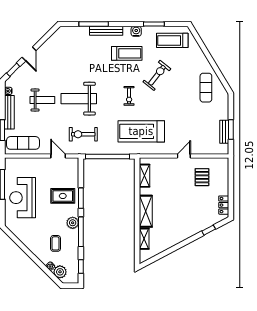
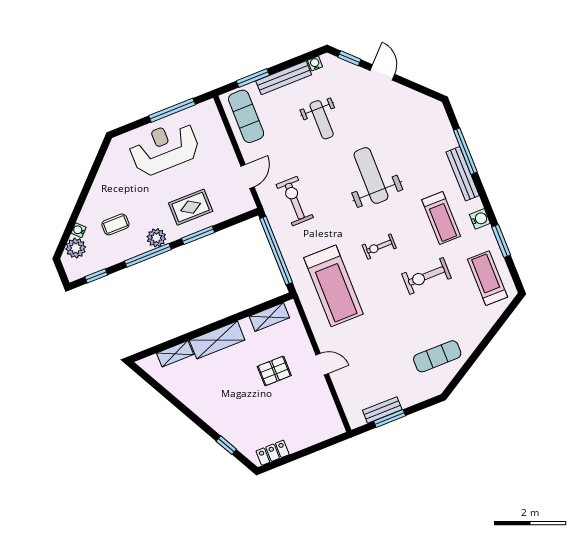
door: (29, 54) -> (382, 72), swing flipped
exercise bike: (157, 75) -> (426, 276), turned 142
weight bench: (79, 99) -> (371, 176), moved
treadmill: (141, 131) -> (333, 286), turned 180
pallet: (202, 177) -> (274, 371), moved
rug: (63, 196) -> (191, 207), turned 90

